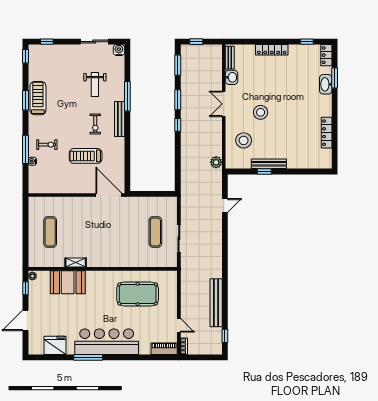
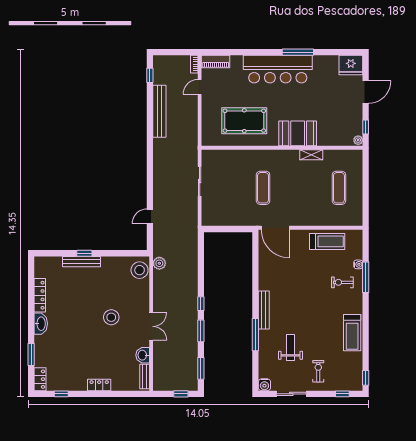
locker: (272, 50) -> (99, 385), width x0.66
washbasin: (326, 84) -> (41, 324), moved
window: (25, 100) -> (366, 330), removed
exercise bike: (95, 124) -> (318, 371), moved
stool: (244, 140) -> (140, 270), moved
treadmill: (86, 156) -> (327, 241), moved
bench: (269, 164) -> (82, 262), moved
window: (264, 172) -> (84, 253), moved
exercise mat: (155, 232) -> (263, 188), moved
booth: (68, 282) -> (298, 133), moved
door: (179, 325) -> (200, 87), hinge flipped
fridge: (55, 345) -> (351, 65), moved

